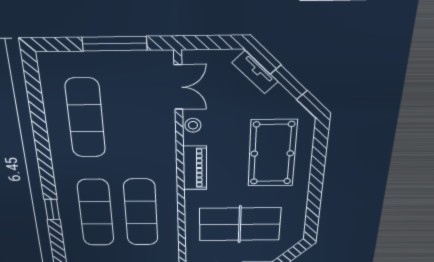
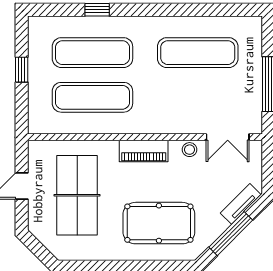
window: (289, 82) -> (231, 234), width x1.44

